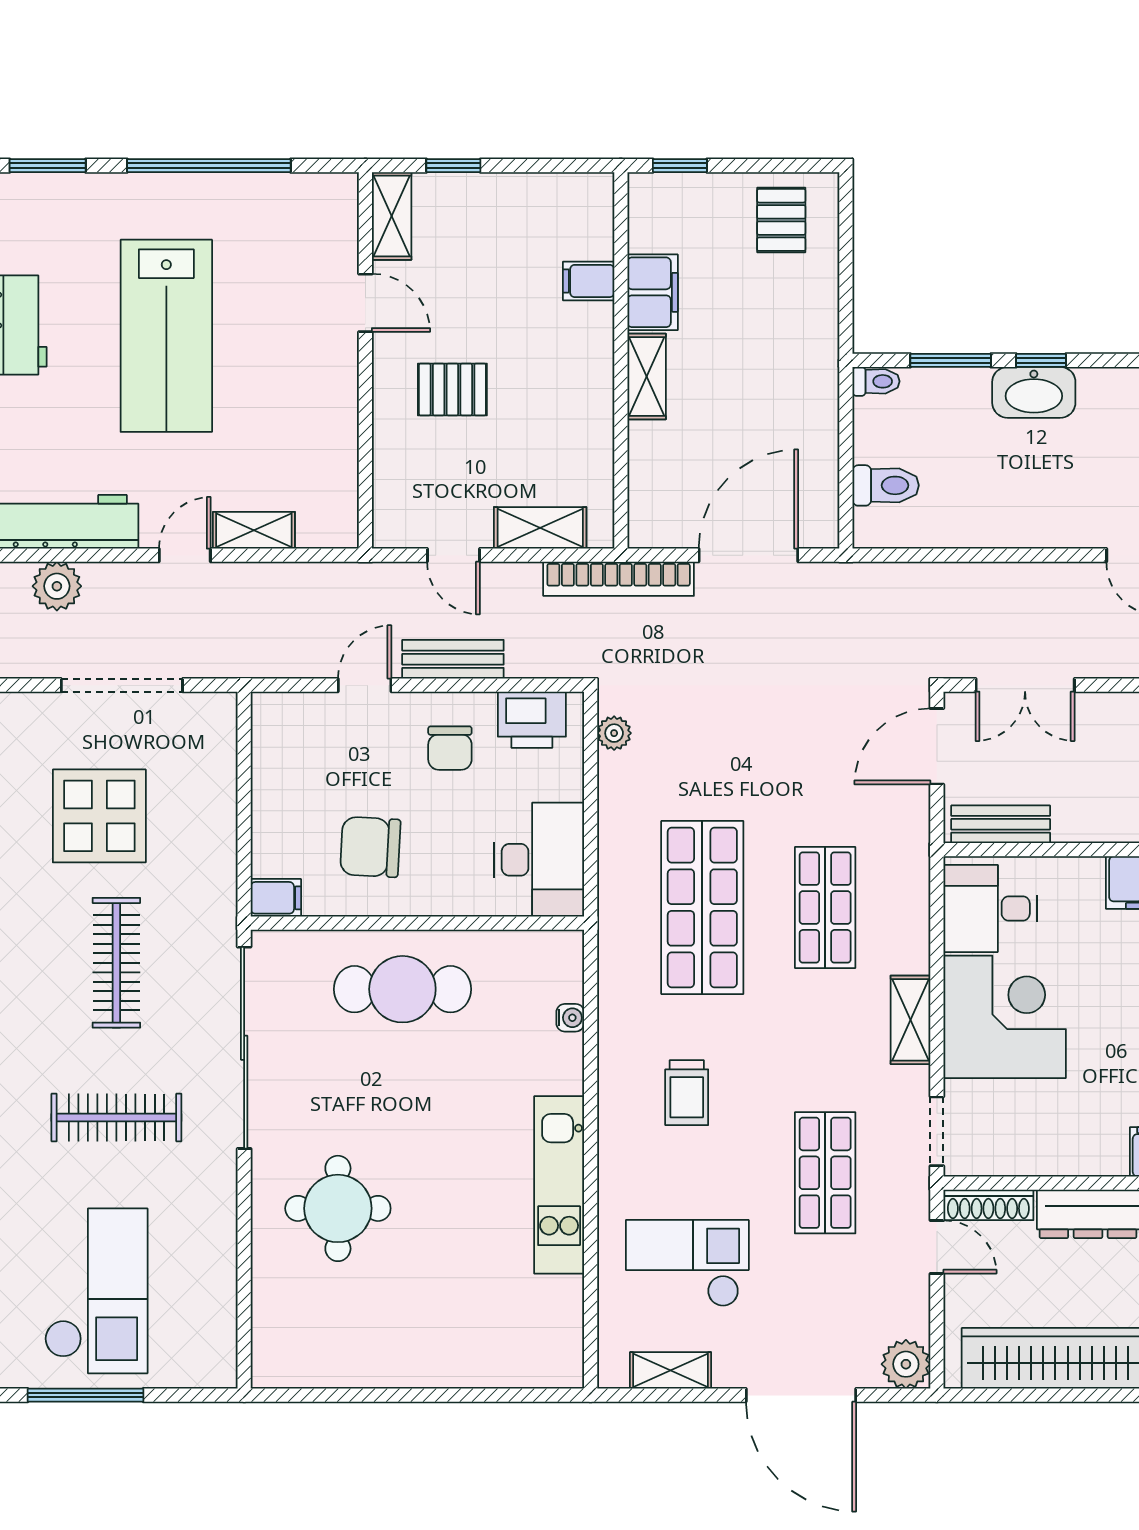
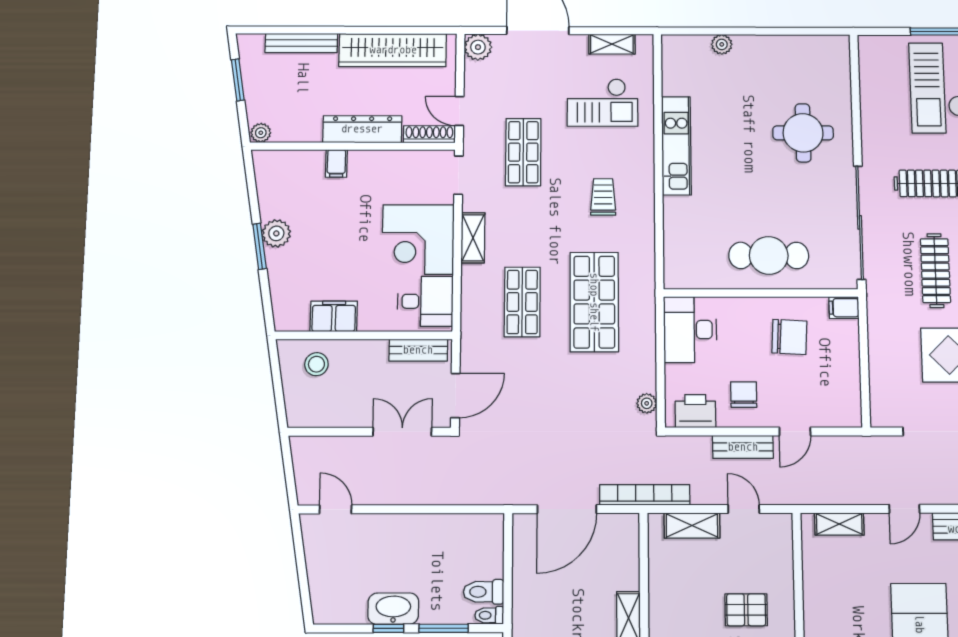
toilet: (886, 485) -> (484, 592), moved
shelving: (254, 530) -> (839, 524), moved
water cooler: (570, 1018) -> (671, 239), removed
plant: (477, 1370) -> (722, 44), added

